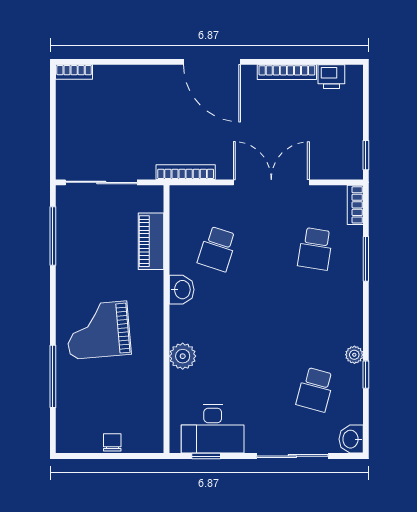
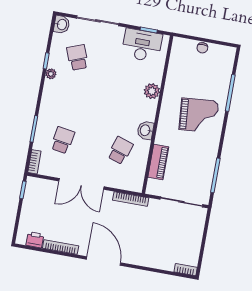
school desk: (315, 390) -> (77, 57), turned -36

